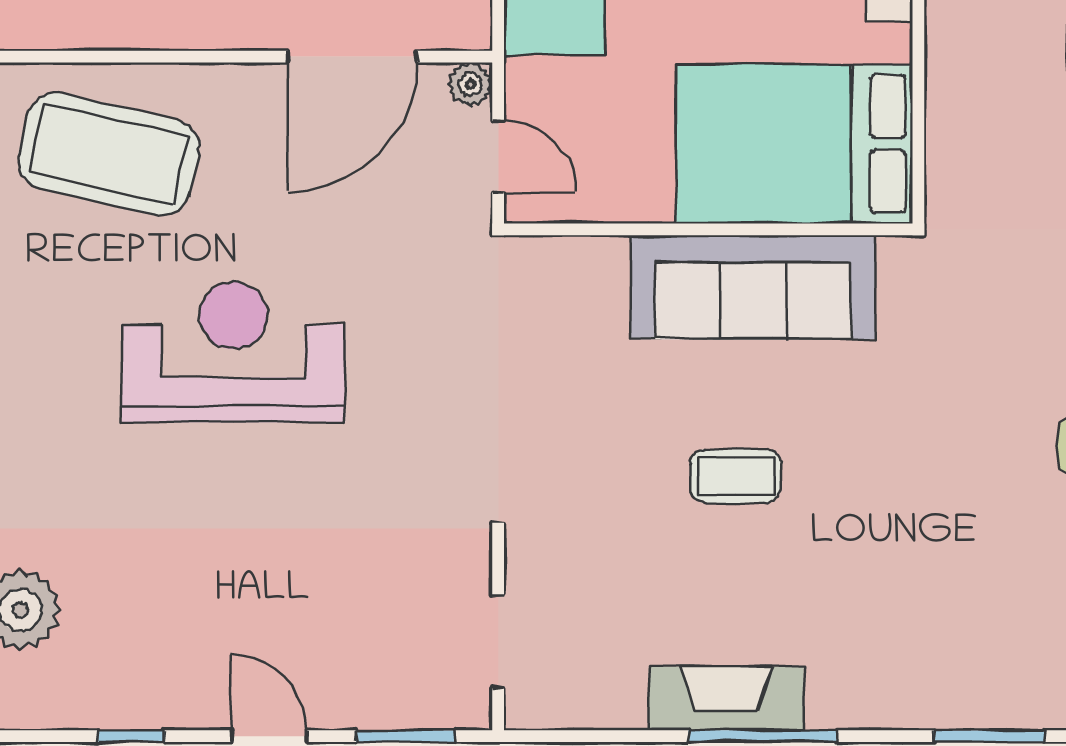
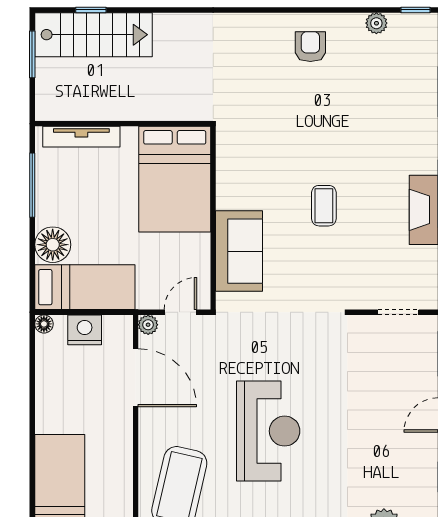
sofa: (753, 287) -> (239, 251), moved, width x0.73
reception desk: (233, 352) -> (268, 431), turned 180

